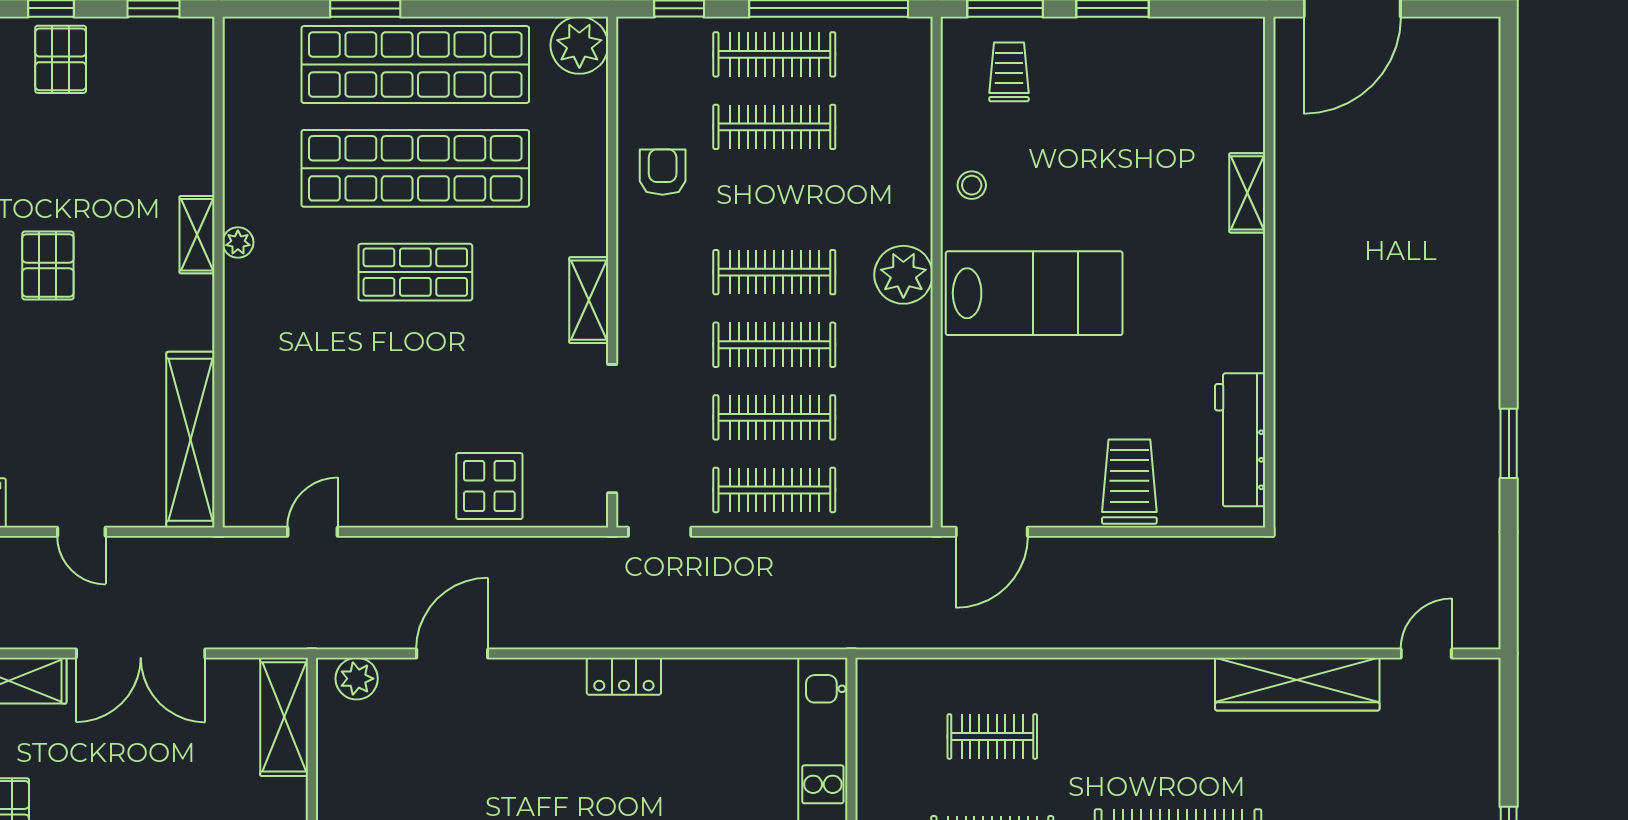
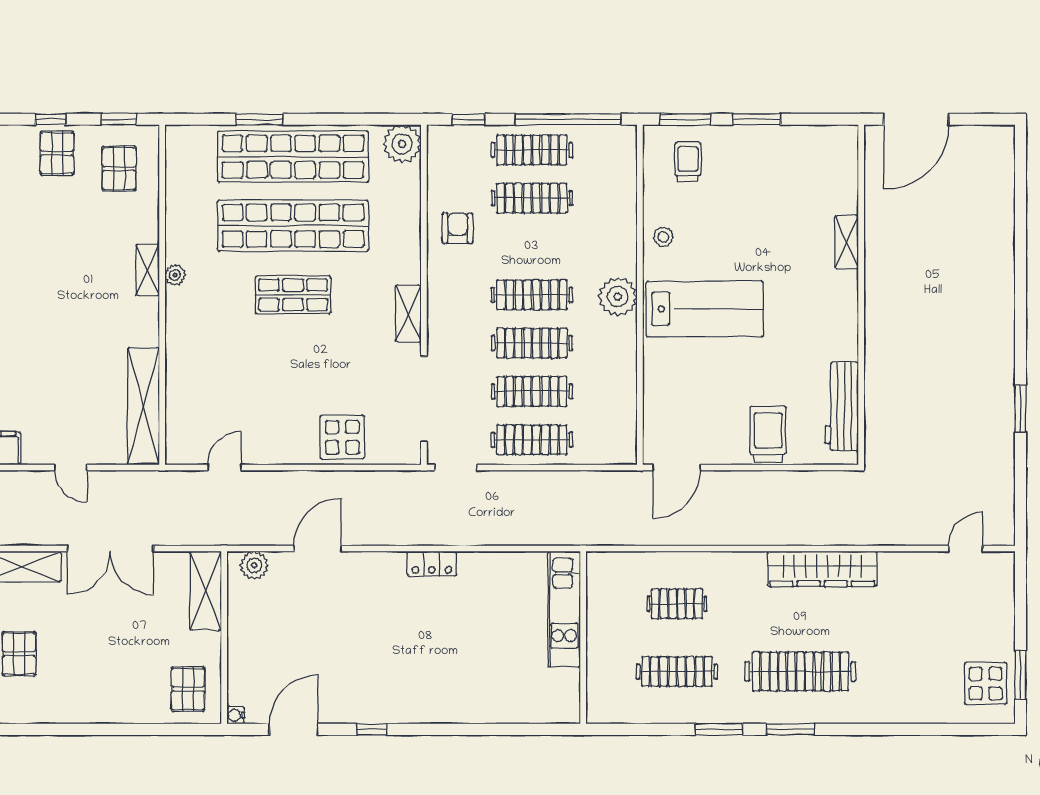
pallet: (48, 265) -> (119, 169), moved
wardrobe: (1297, 684) -> (822, 569), moved

